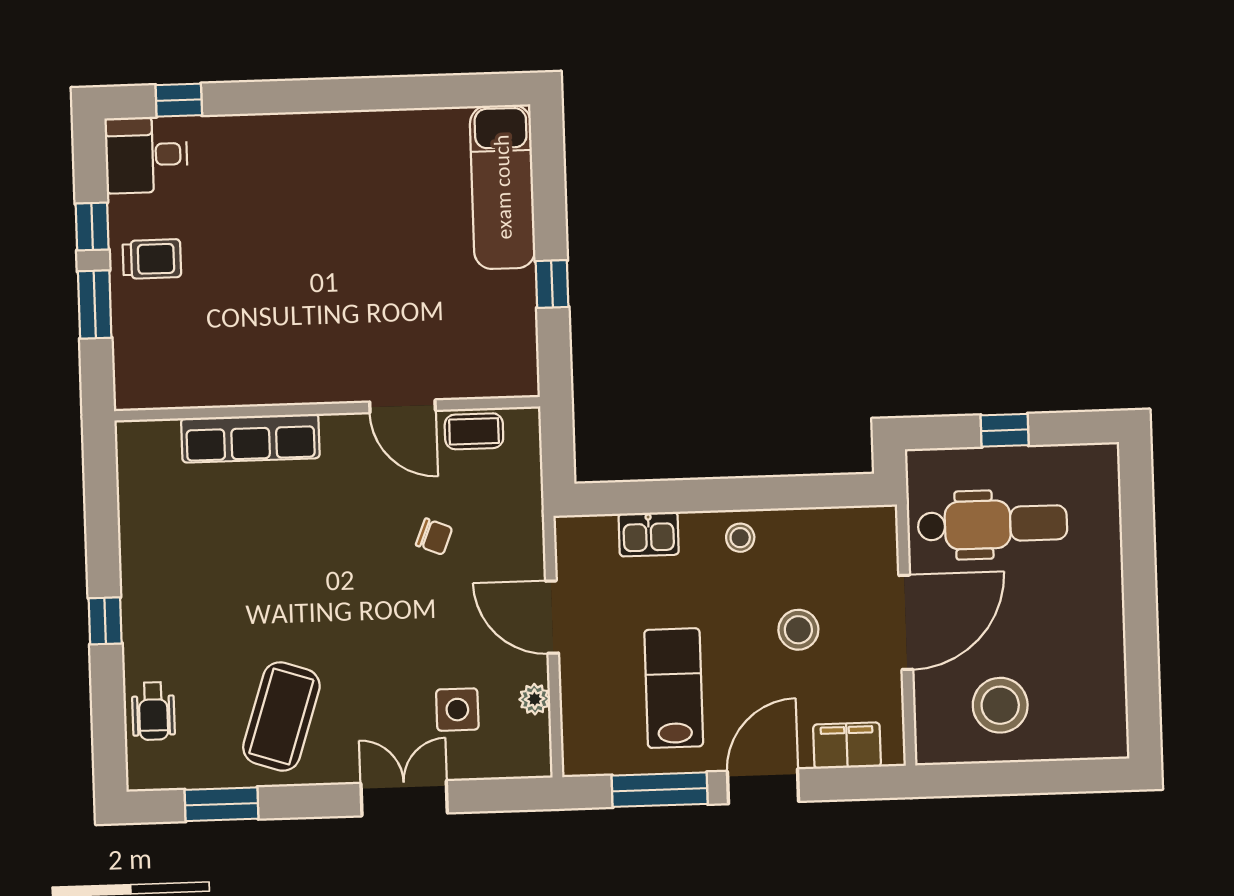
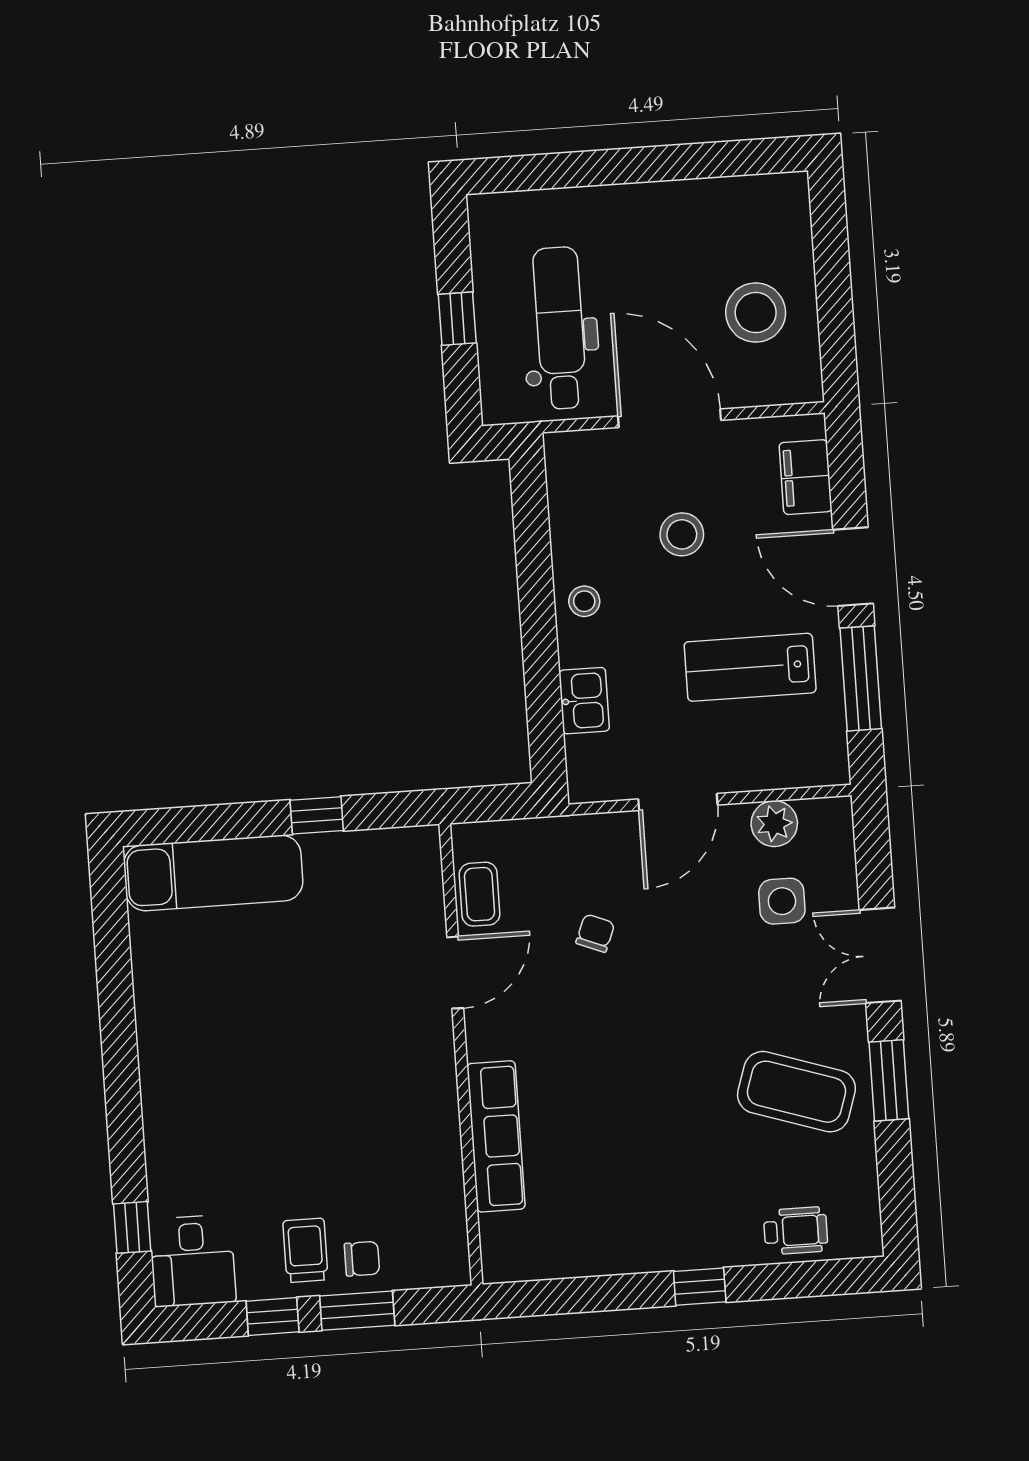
chair: (142, 311) -> (362, 1259), added
plant: (535, 699) -> (774, 824), width x1.38, depth x1.38
window: (221, 804) -> (889, 1080), moved

